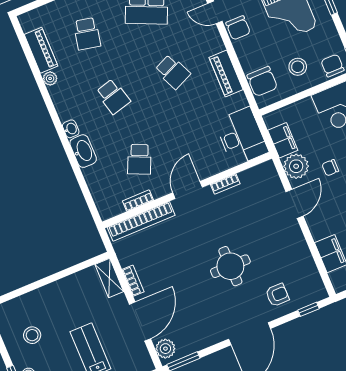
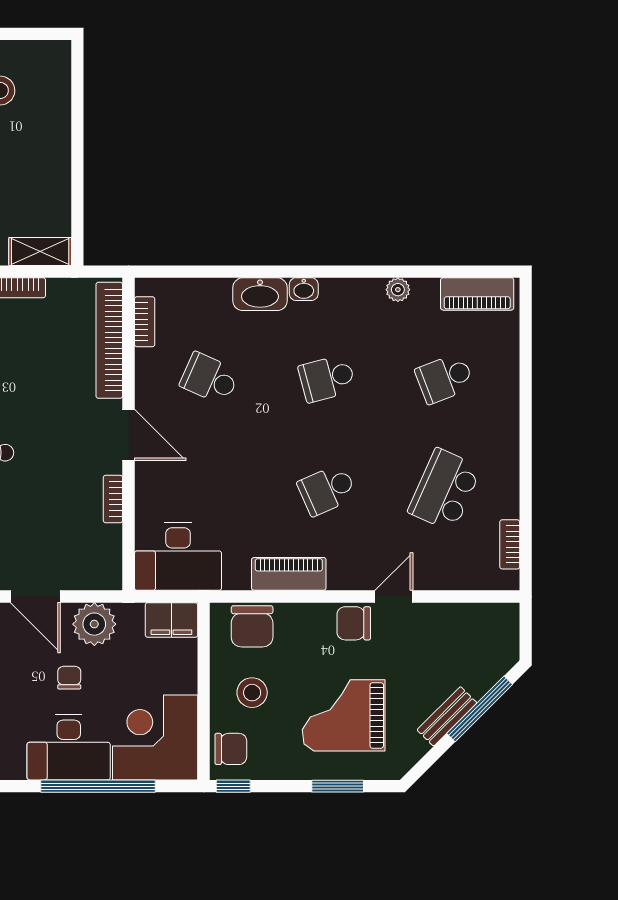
school desk: (87, 34) -> (445, 378), turned -33
piano: (41, 50) -> (477, 294), moved
chair: (262, 81) -> (252, 626), turned -90
filing cabinet: (283, 140) -> (171, 620), moved
bookcase: (138, 201) -> (145, 322), moved

